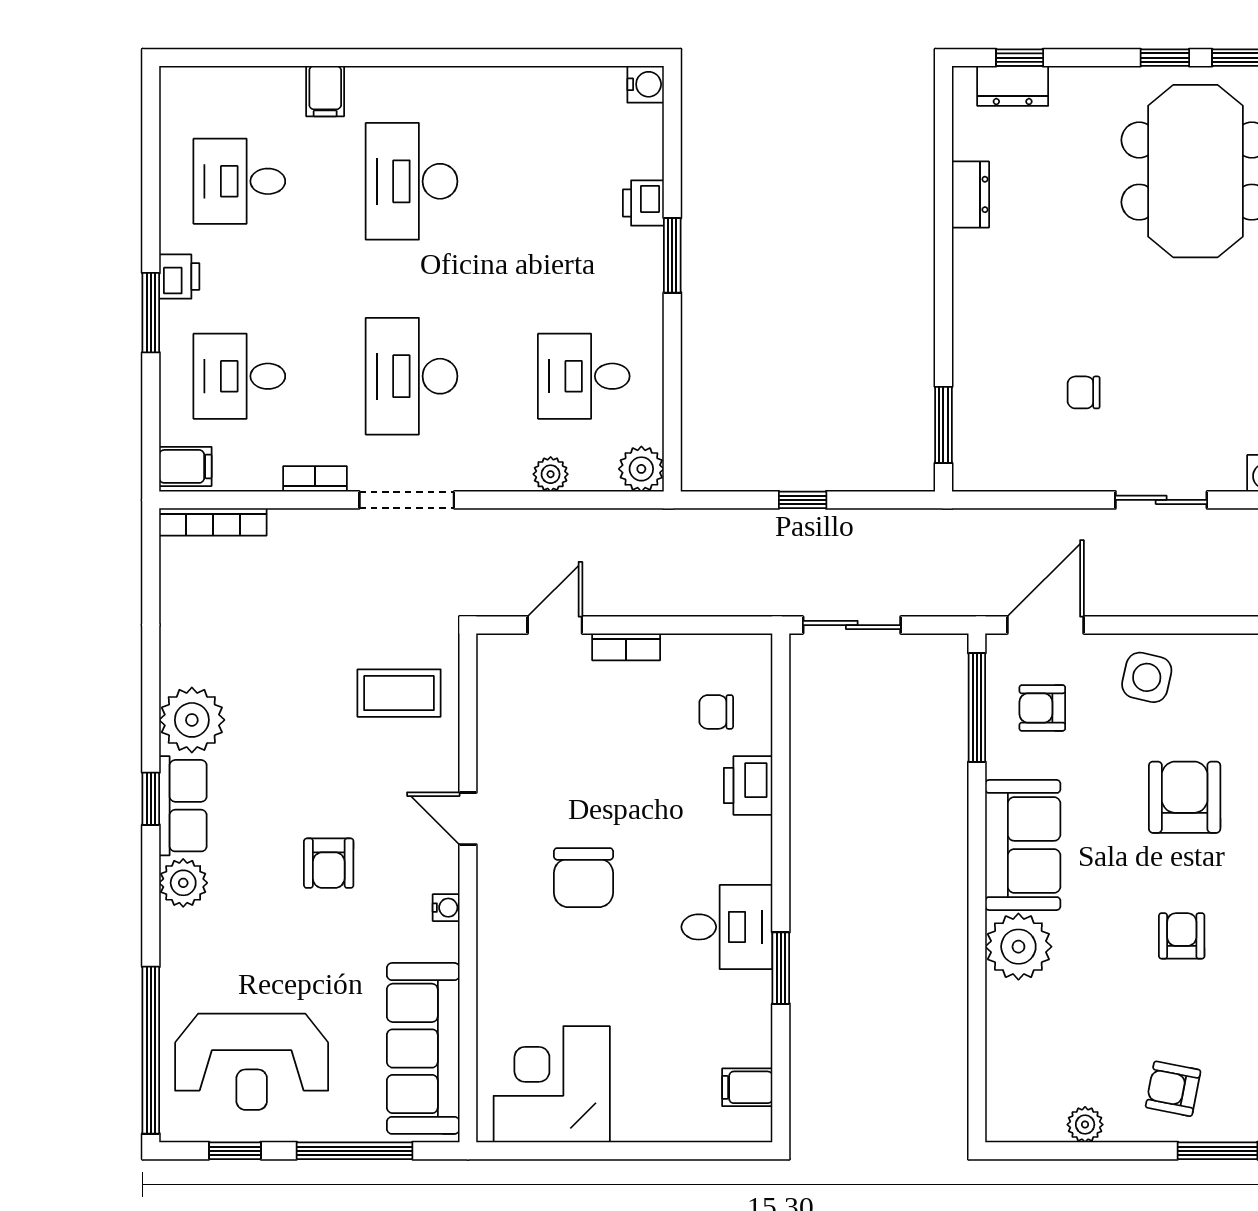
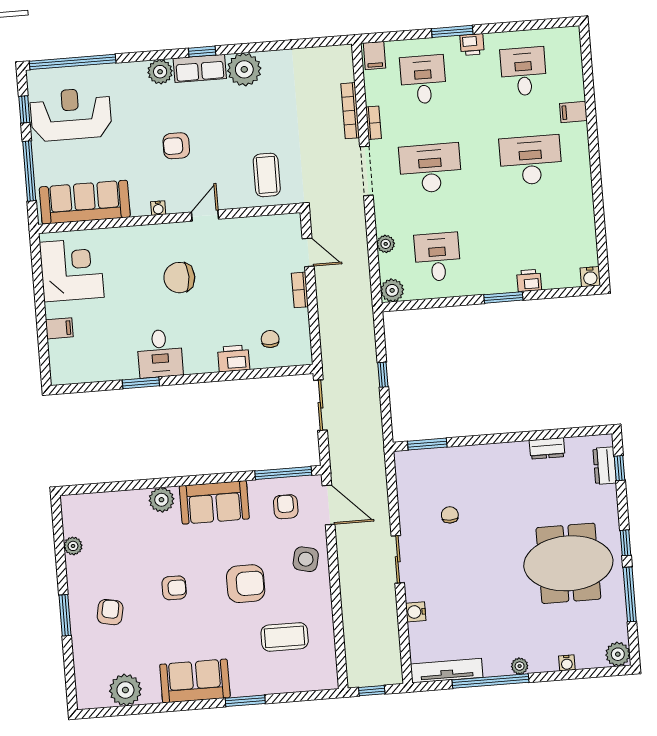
bookcase: (213, 522) -> (350, 111), moved
plant: (1018, 947) -> (161, 500), width x0.73, depth x0.73
reception desk: (252, 1062) -> (71, 114), turned 90
filing cabinet: (747, 1087) -> (59, 328), moved, turned 90
armchair: (1173, 1089) -> (110, 612), moved

